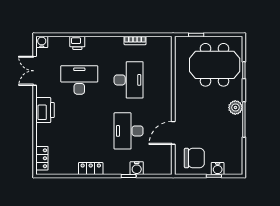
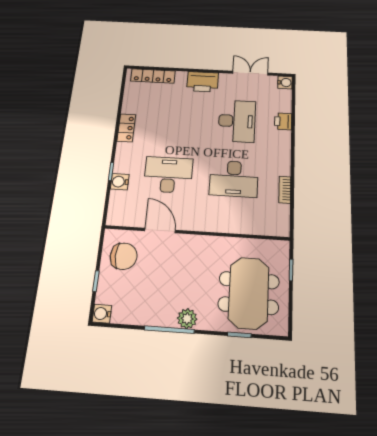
locker: (42, 158) -> (153, 76), width x1.53
chair: (194, 158) -> (124, 256), turned -90
water cooler: (218, 169) -> (102, 314), moved

